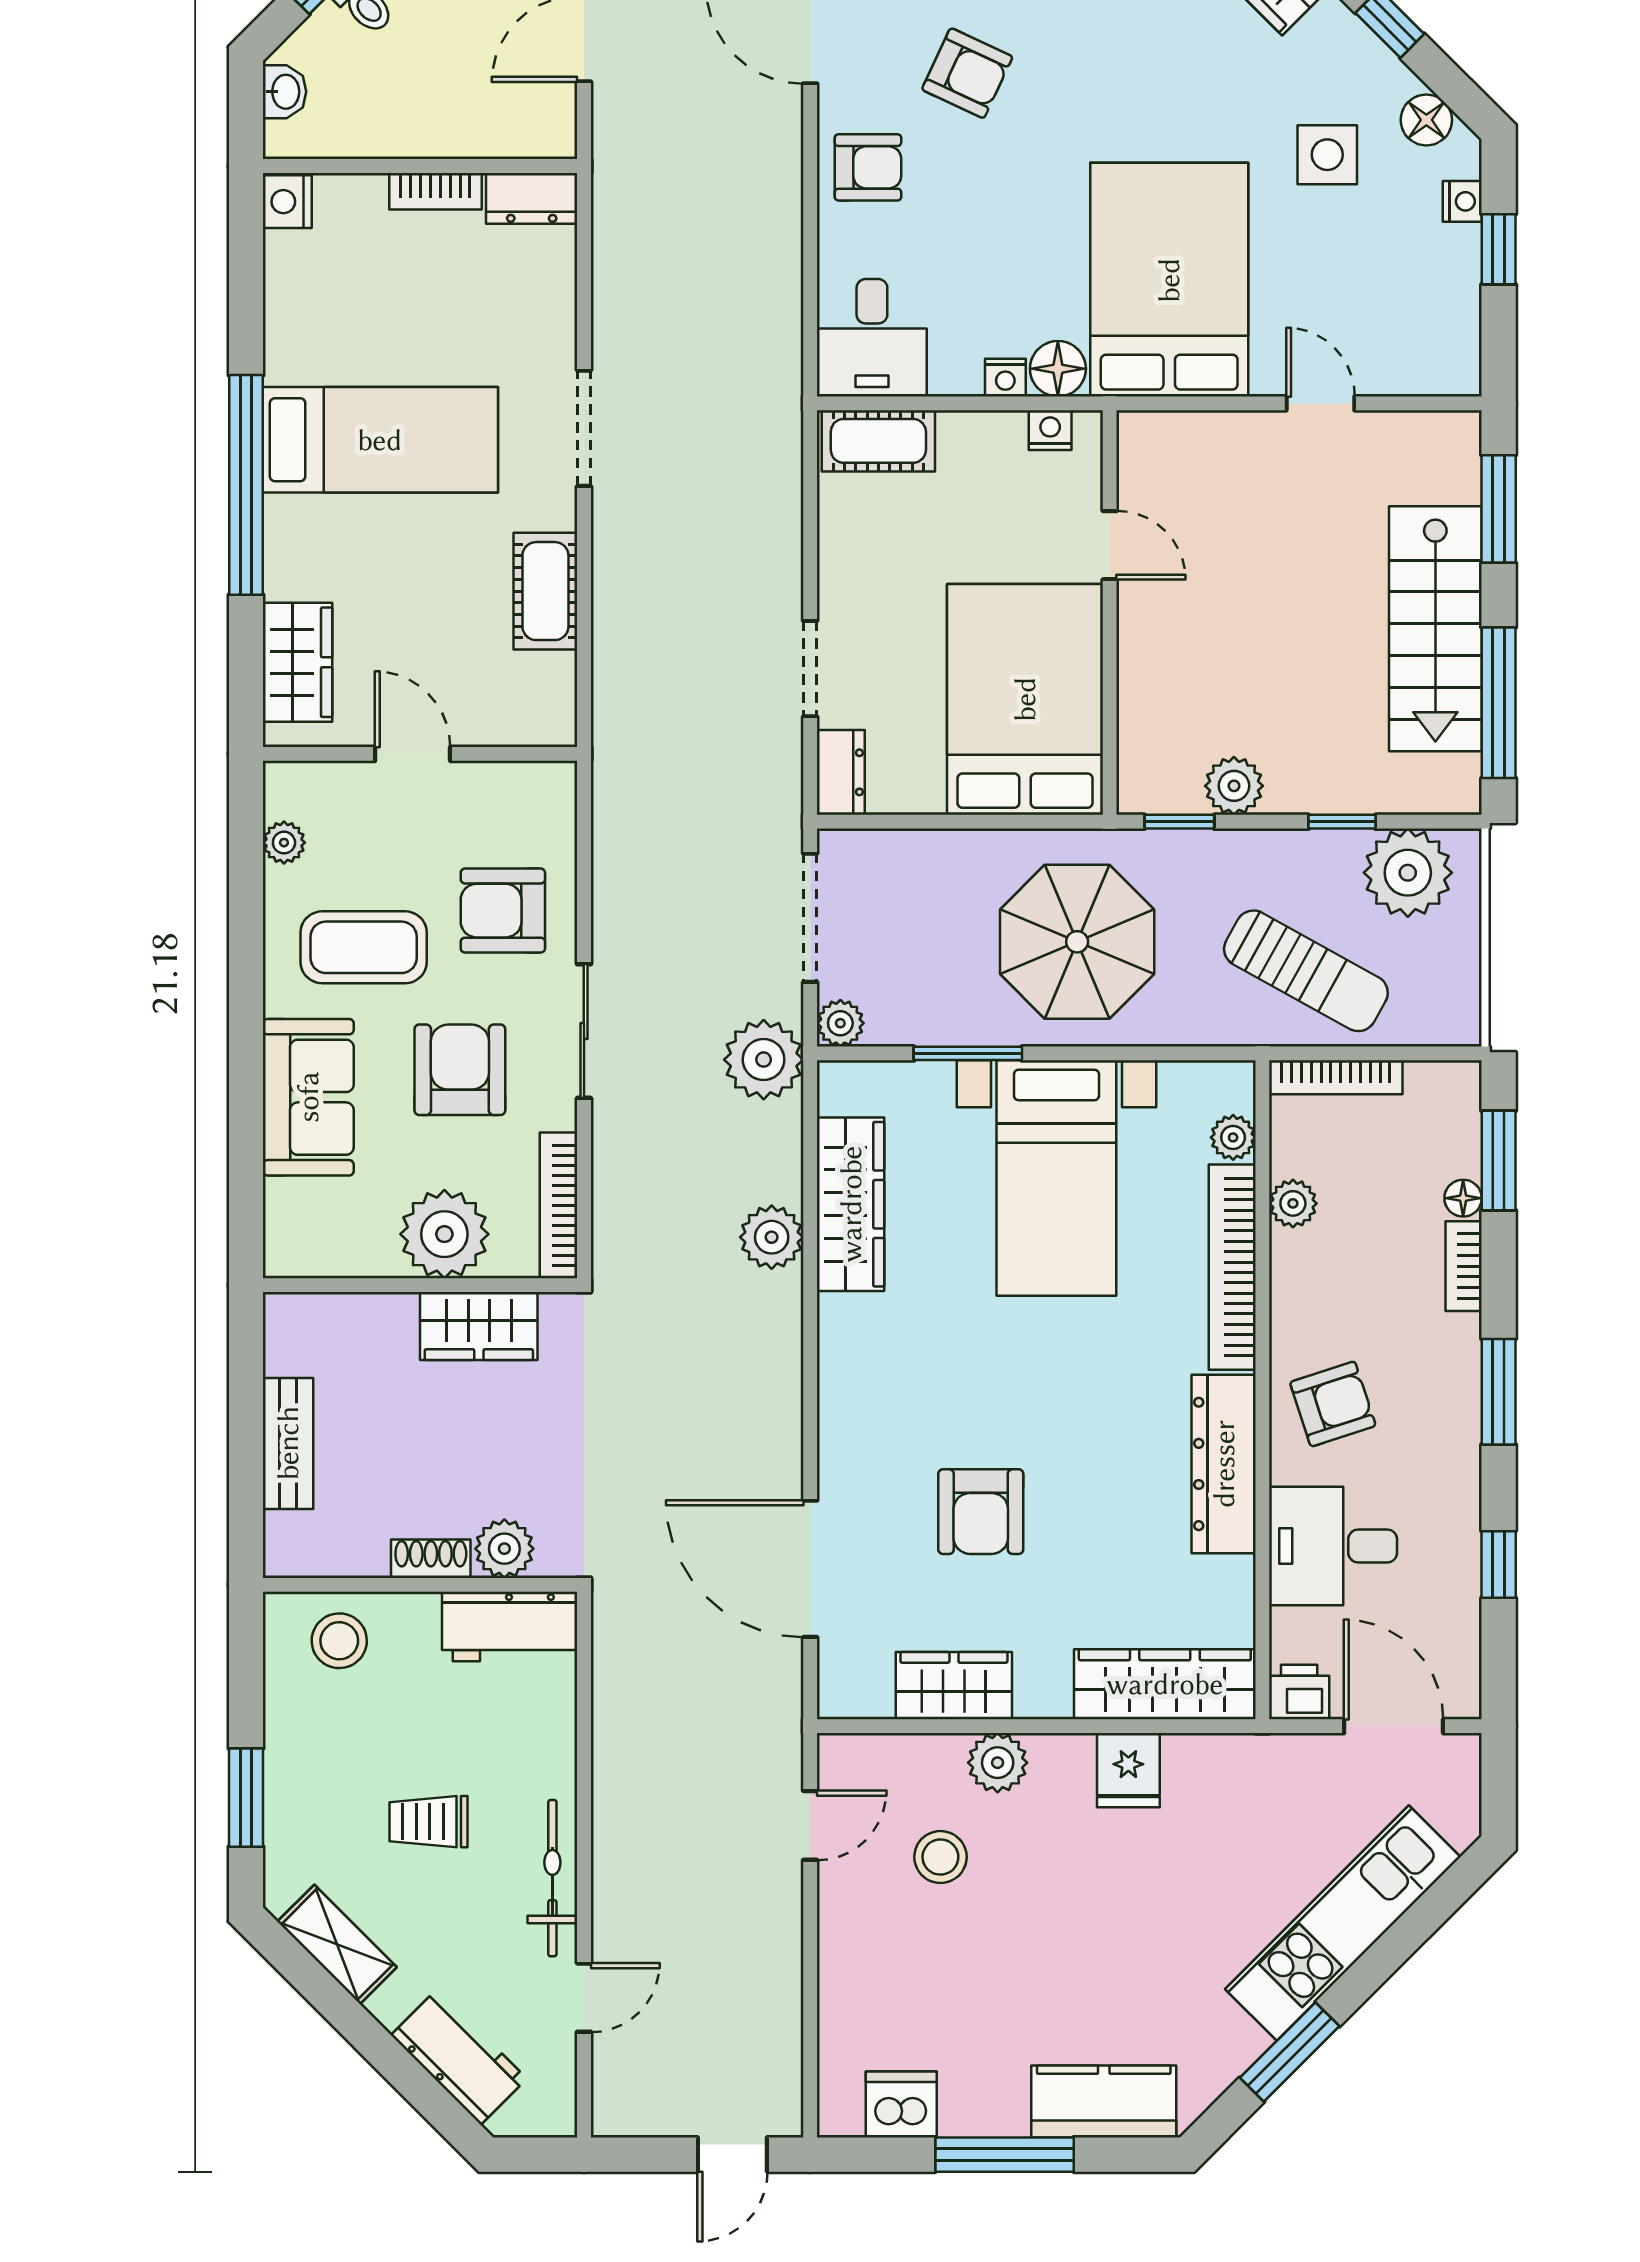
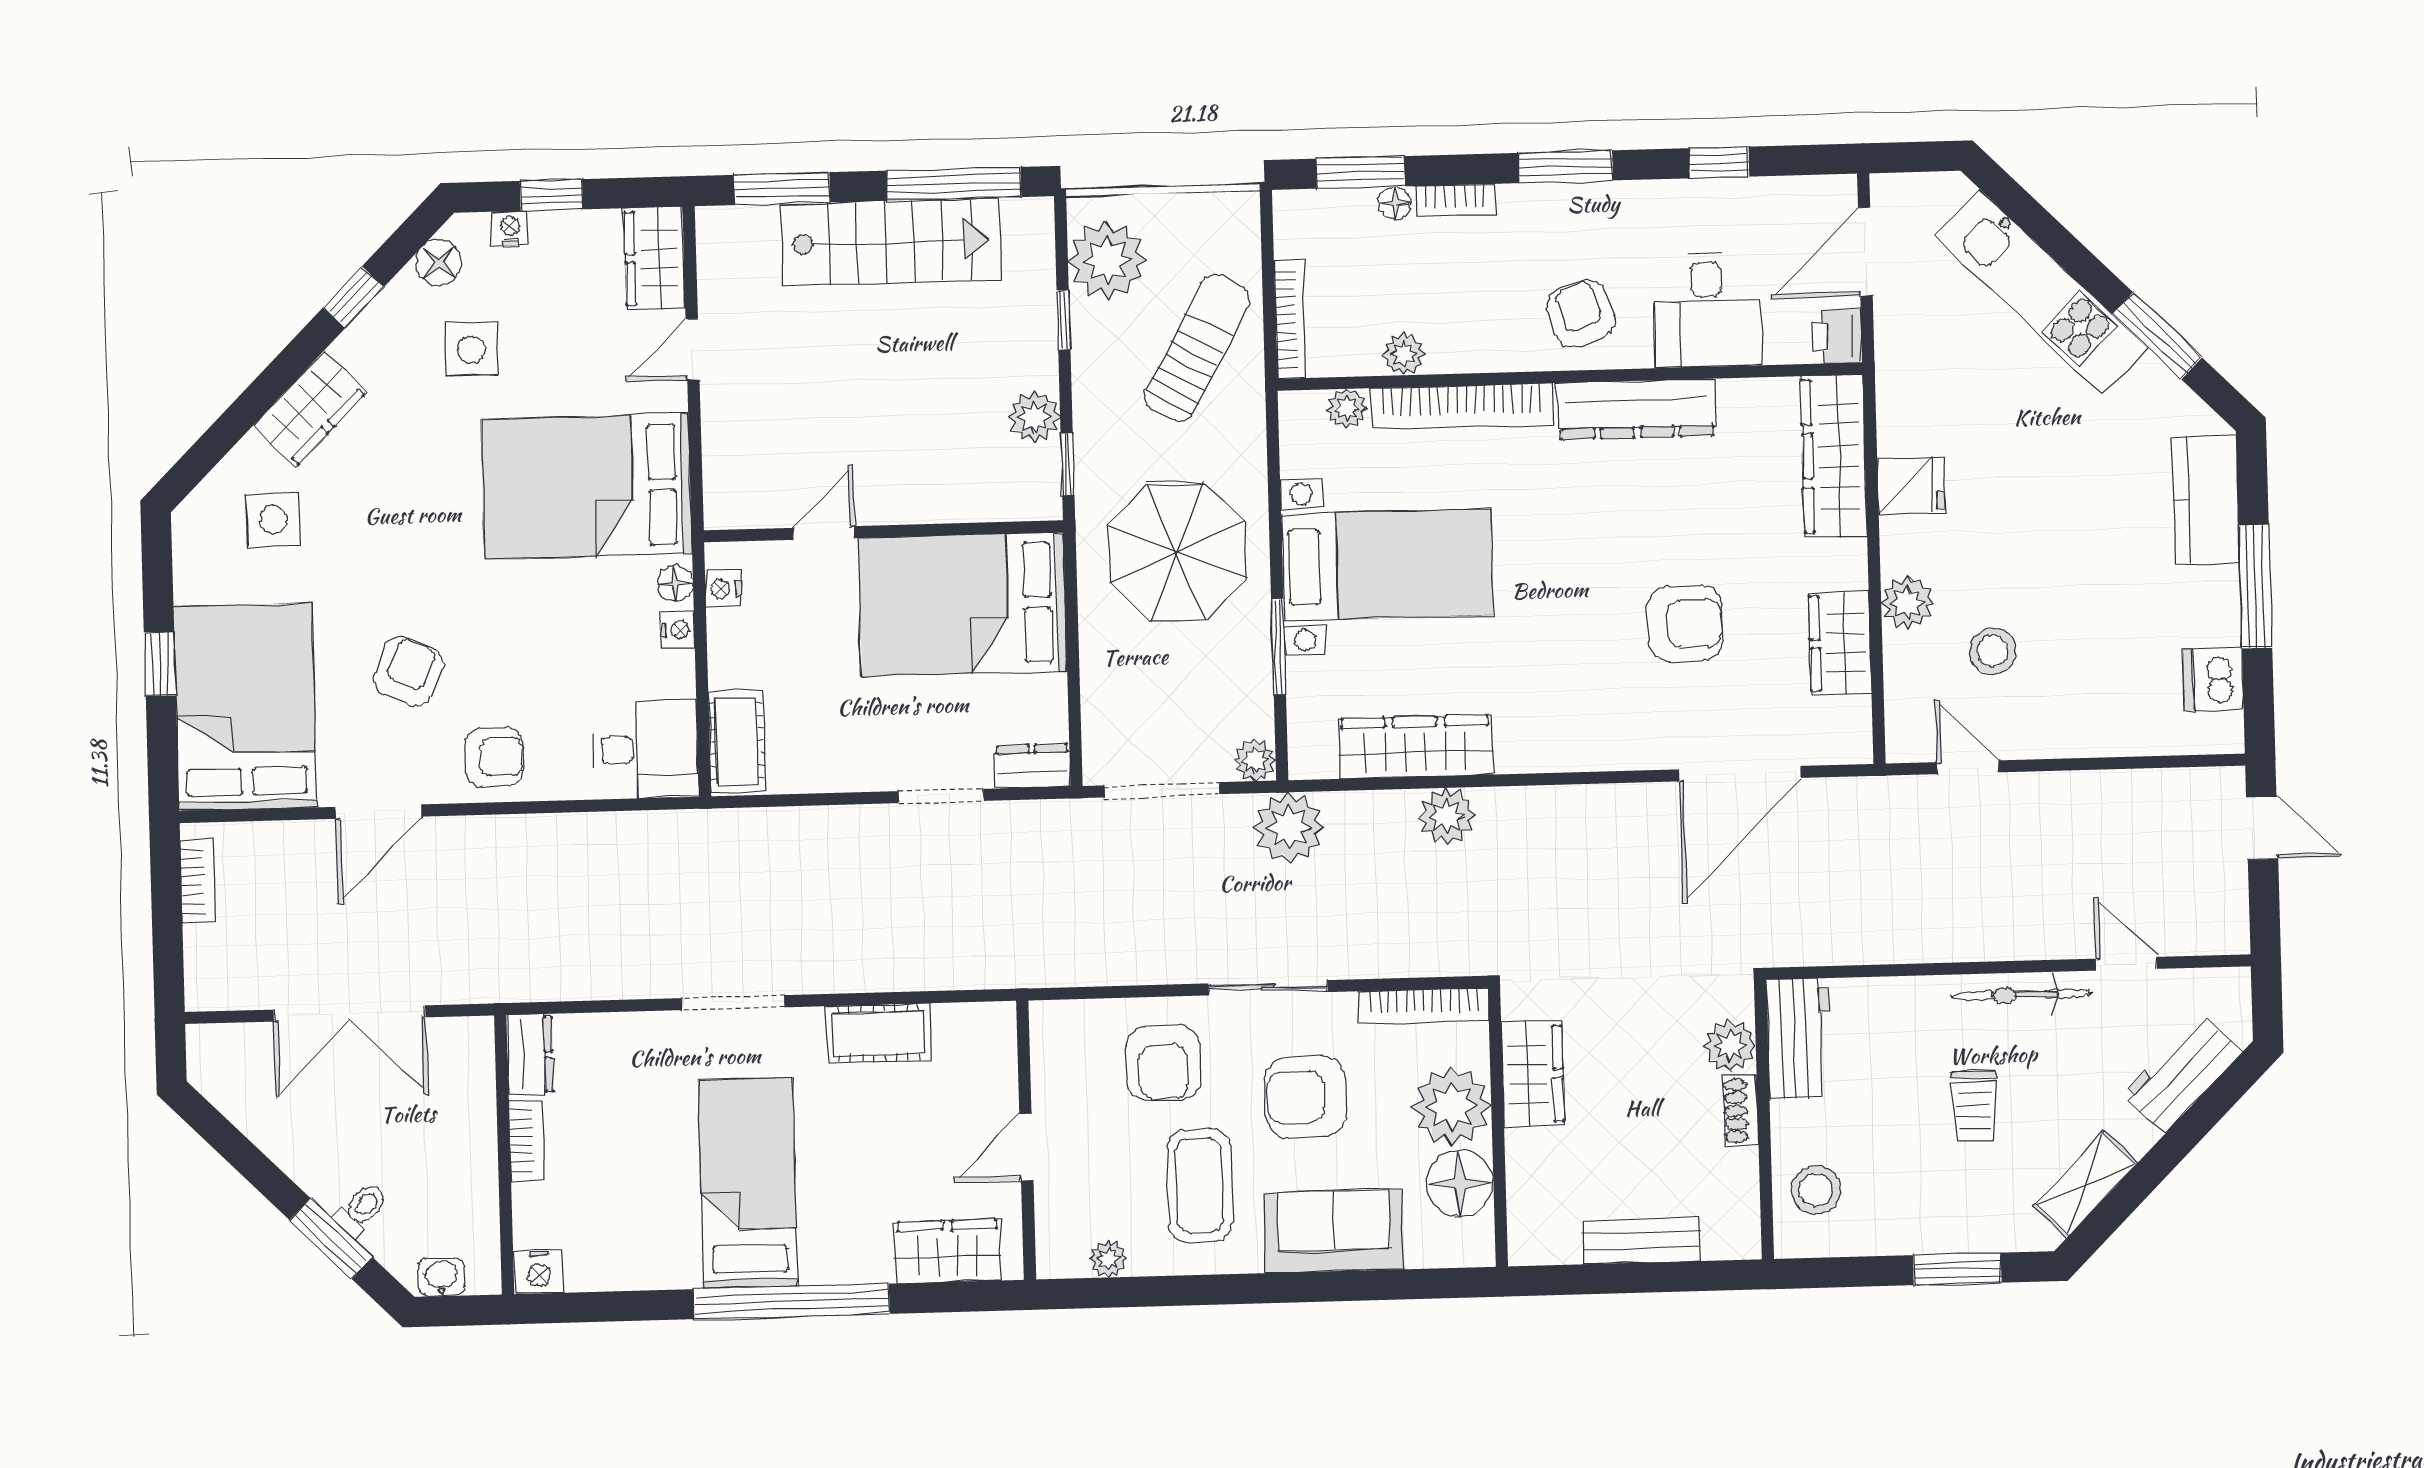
armchair: (868, 167) -> (494, 757), turned 90
wardrobe: (1425, 364) -> (655, 258), added
floor lamp: (1058, 369) -> (675, 583), width x0.73, depth x0.73
floor lamp: (358, 1241) -> (1460, 1183), added

